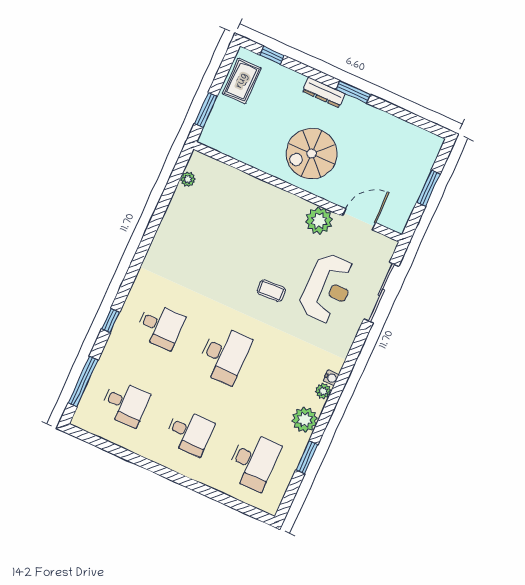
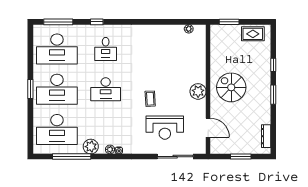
window: (272, 55) -> (273, 65), moved
dresser: (324, 92) -> (266, 136), moved
plant: (319, 221) -> (198, 91), moved
desk: (125, 403) -> (57, 49), width x1.87, depth x1.30
desk: (189, 432) -> (57, 89), width x1.87, depth x1.30
window: (307, 457) -> (72, 157), width x2.11
desk: (253, 461) -> (57, 130), width x1.36, depth x1.30
window: (170, 474) -> (30, 89), added

